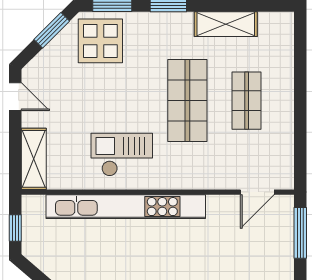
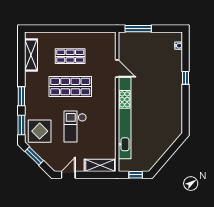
shelving: (226, 24) -> (31, 55), moved
checkout: (122, 155) -> (75, 126), moved
door: (257, 192) -> (117, 68), moved

